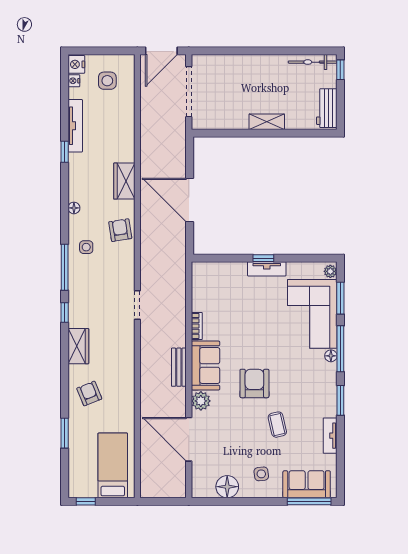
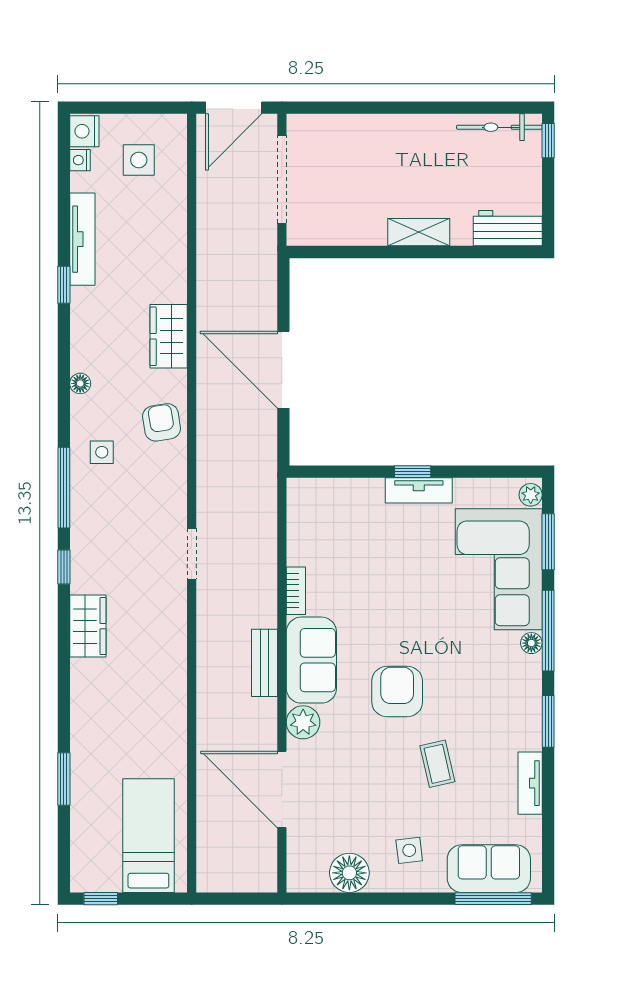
workbench: (327, 108) -> (508, 228), moved, turned 90
armchair: (89, 394) -> (107, 709), removed

